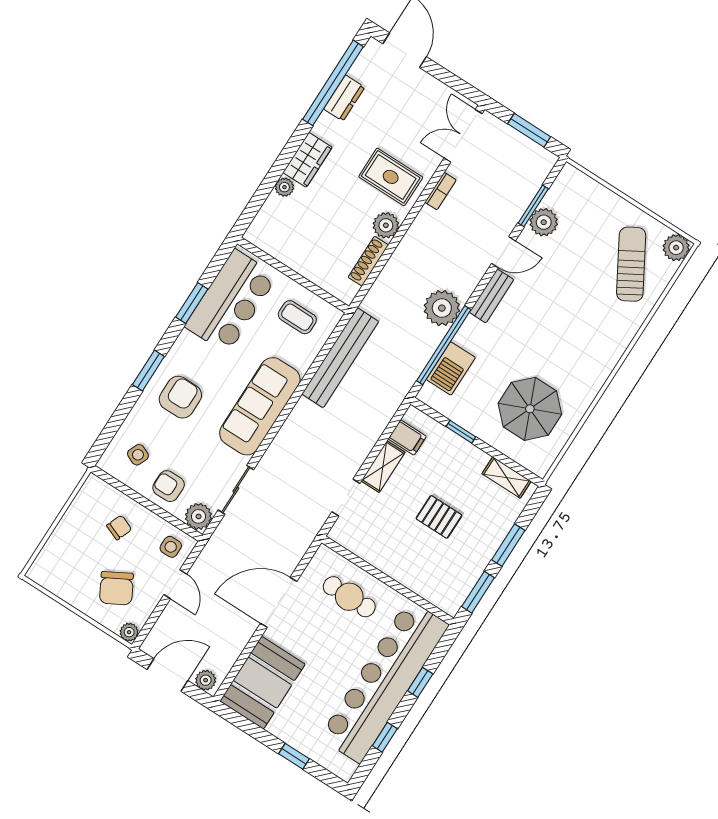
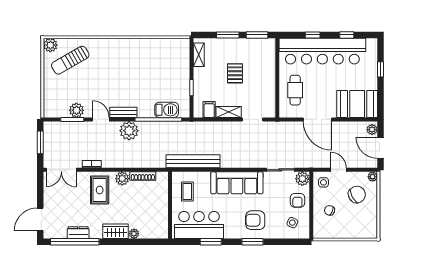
plant: (442, 308) -> (129, 131), moved
parasol: (530, 409) -> (162, 64), removed
door: (175, 584) -> (339, 170), hinge flipped

